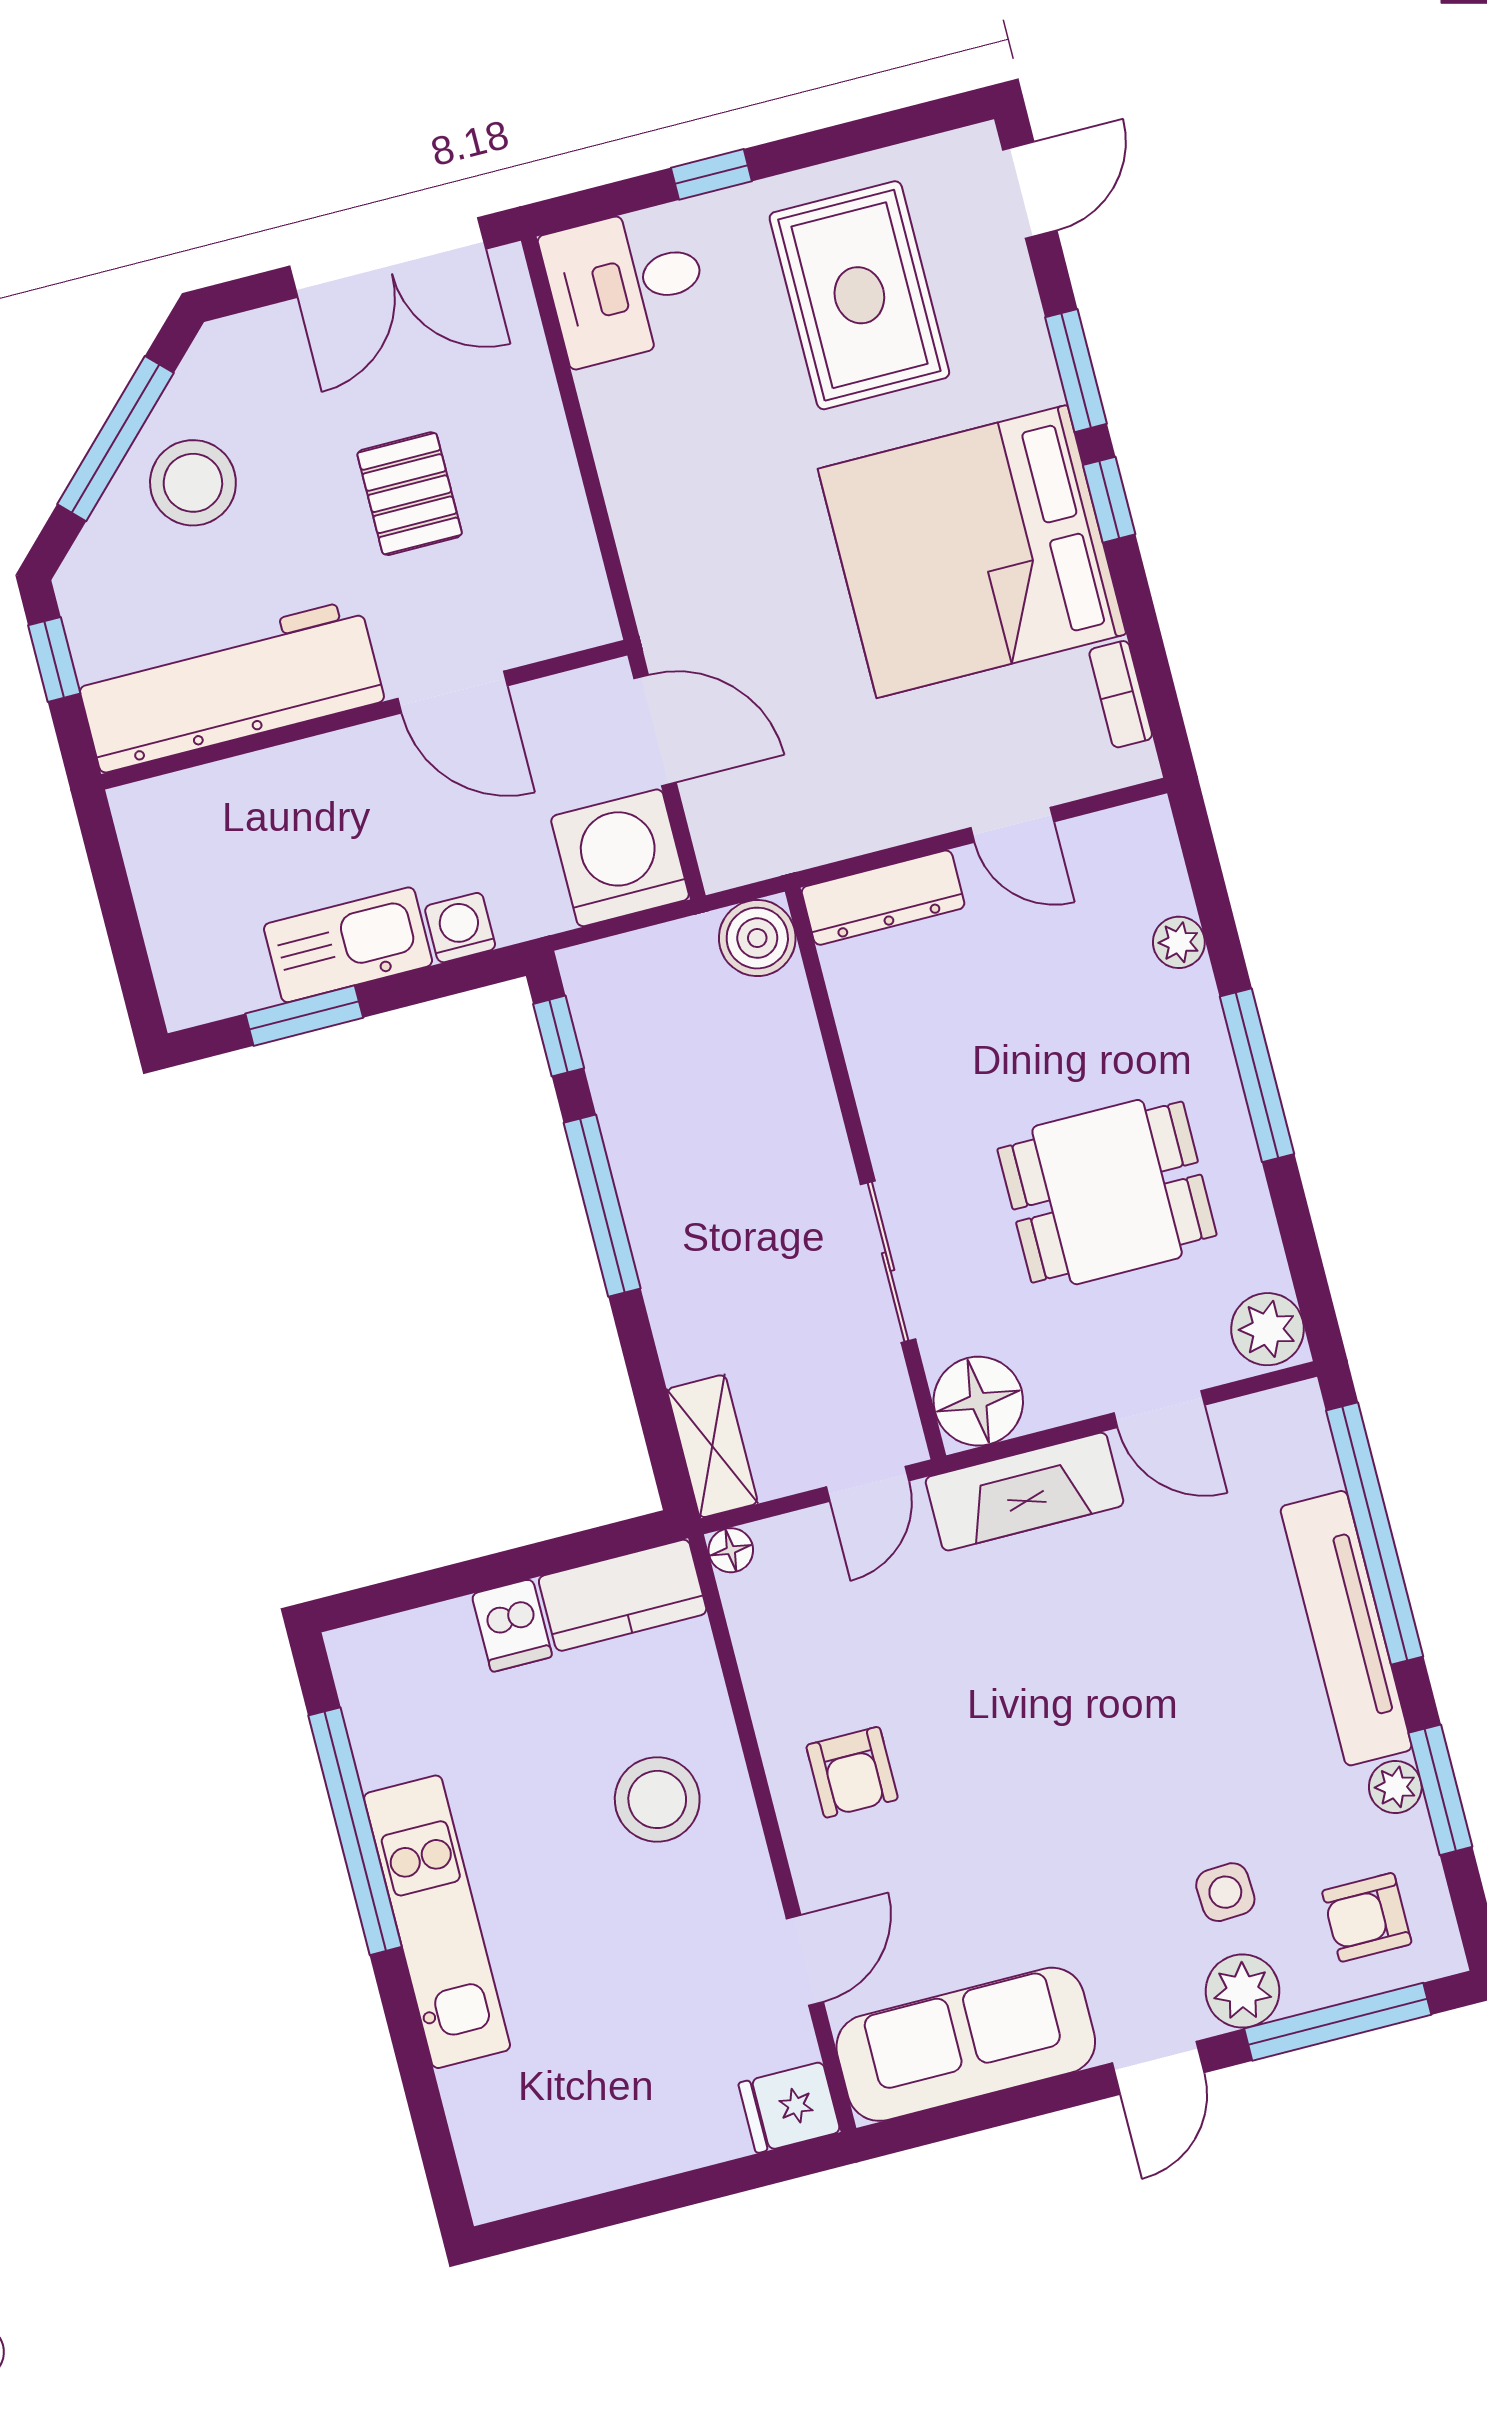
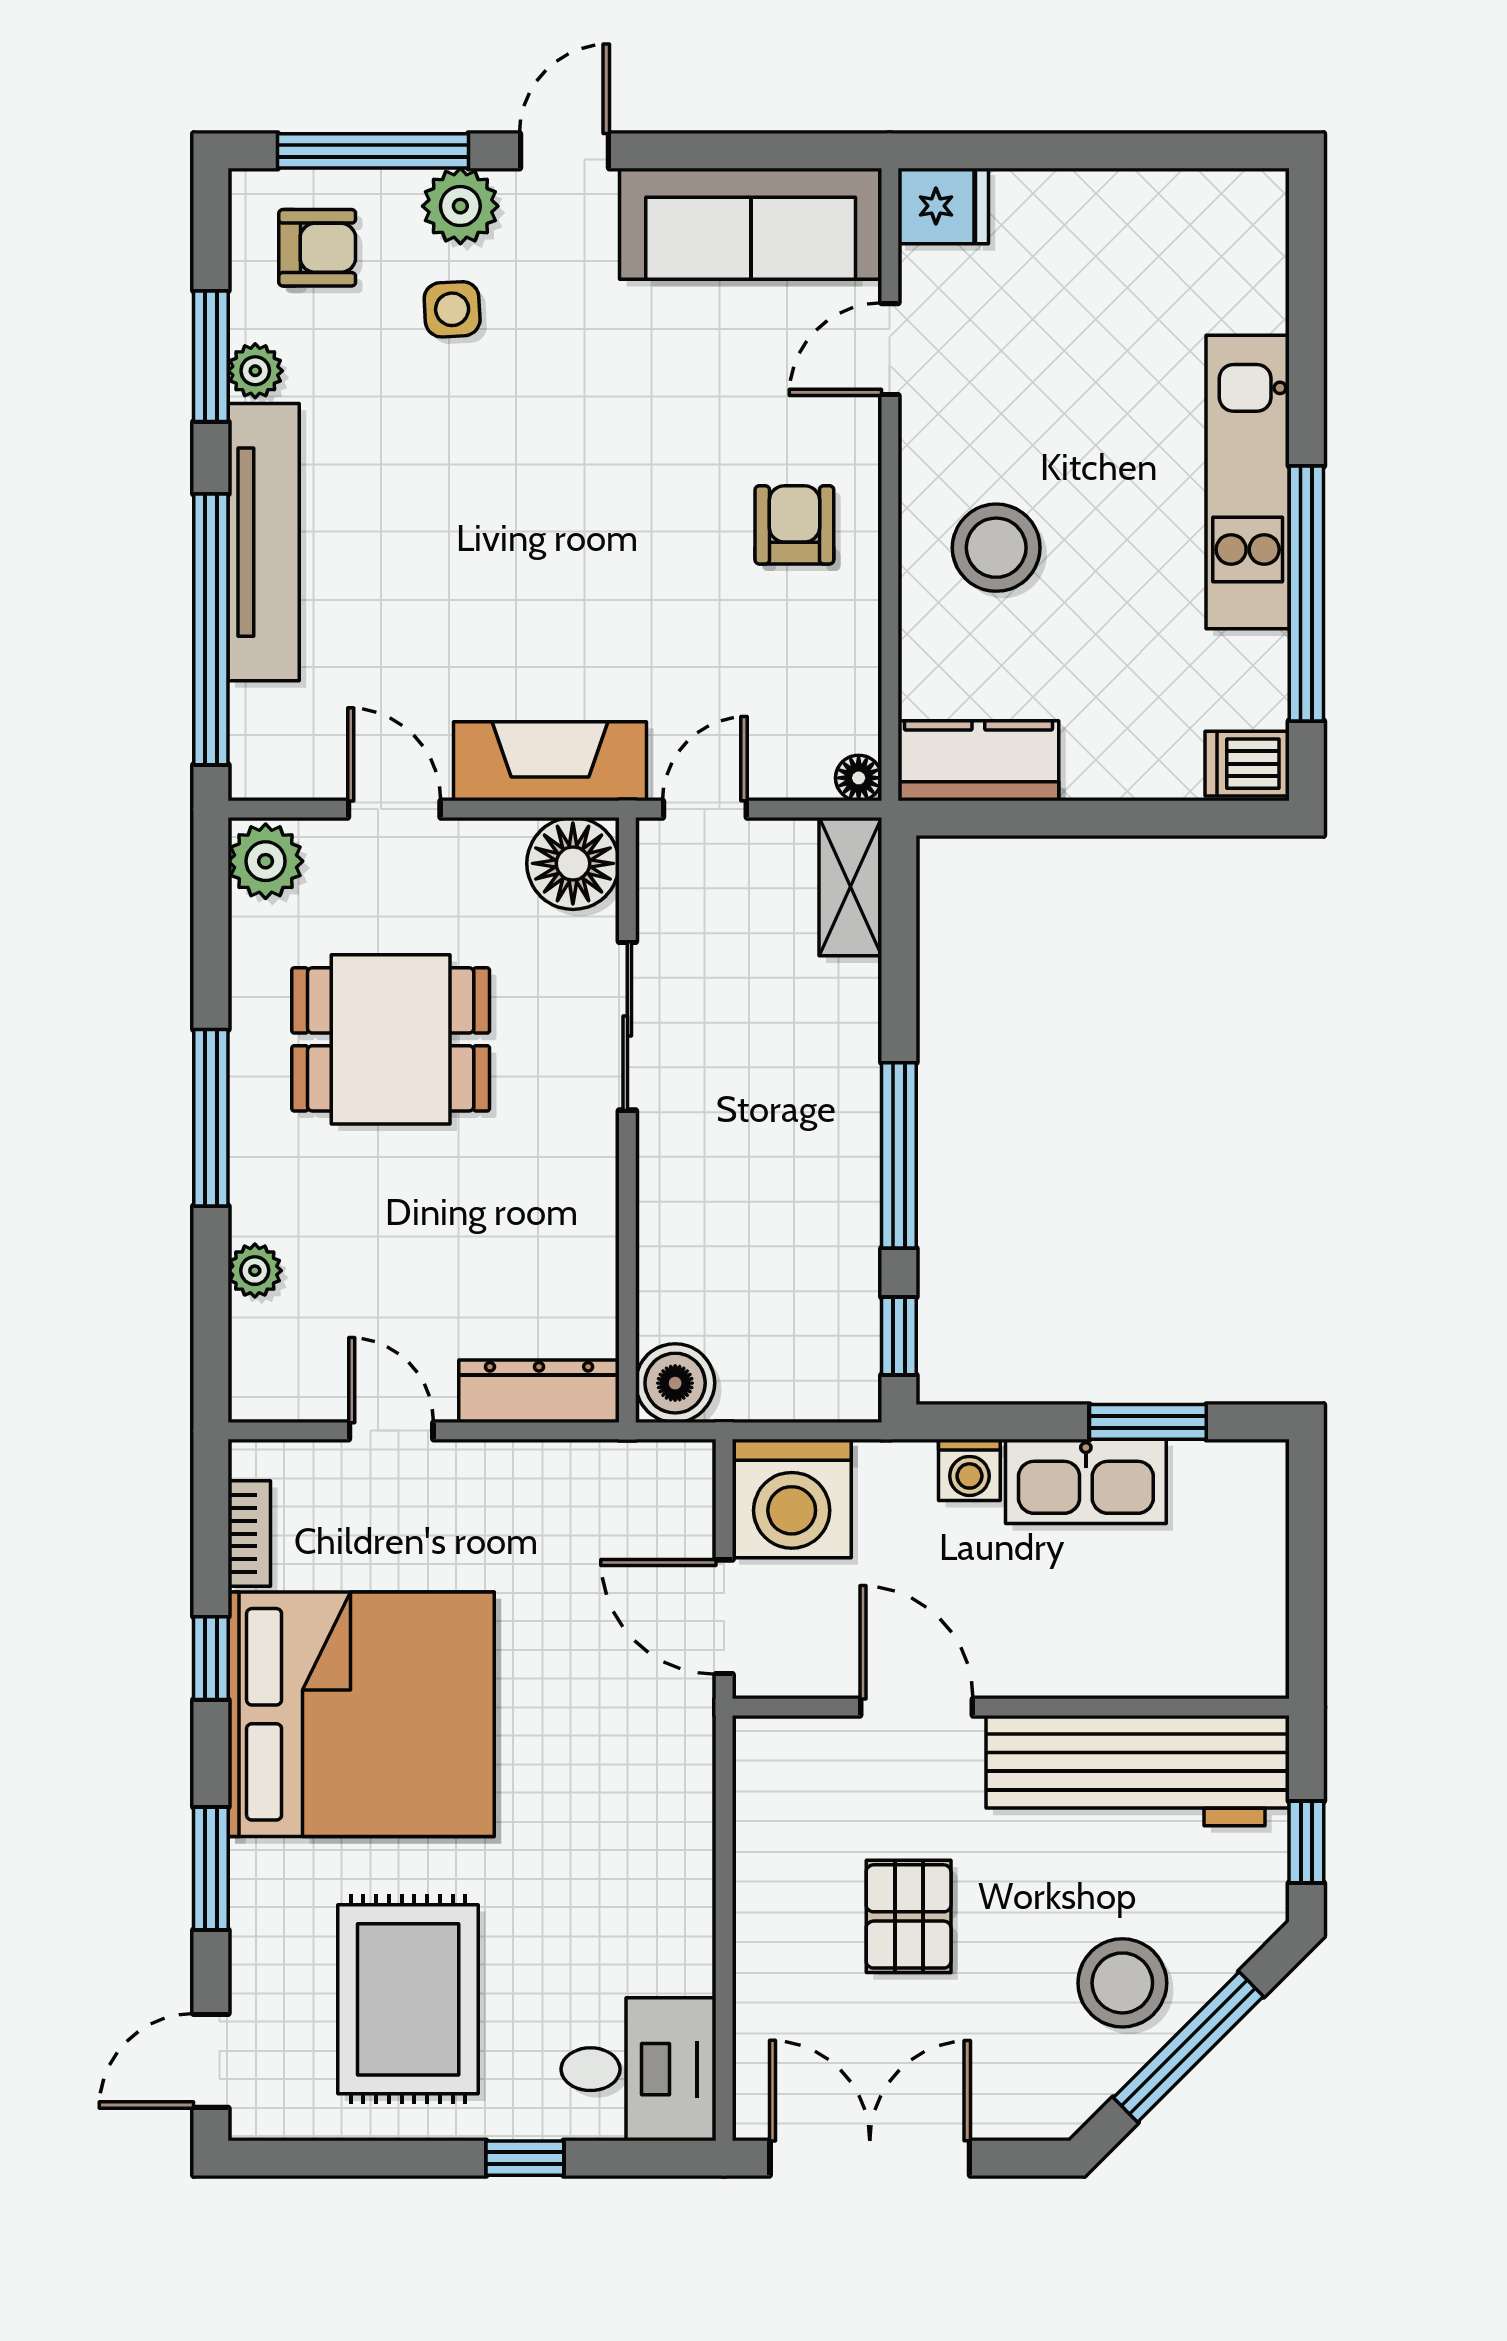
window: (1109, 500) -> (211, 1658), moved
dishwasher: (512, 1625) -> (1247, 764), moved, turned -90

